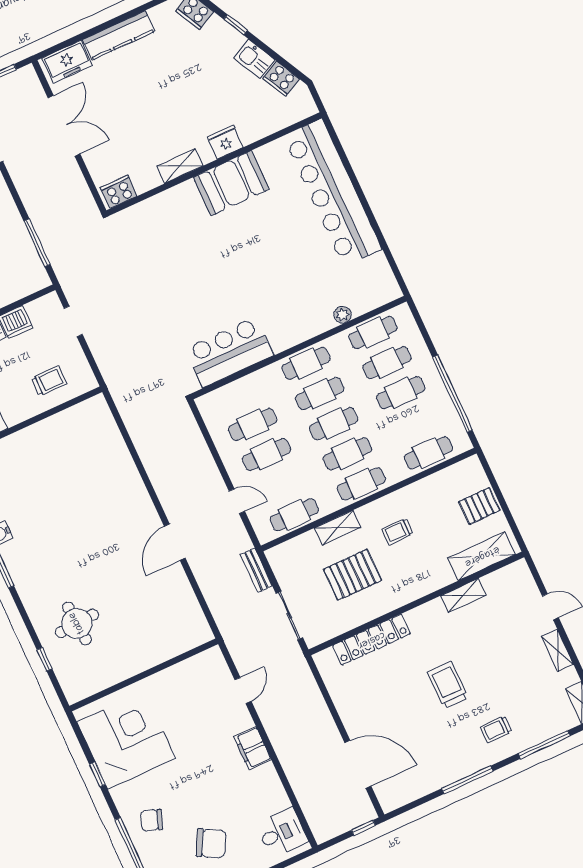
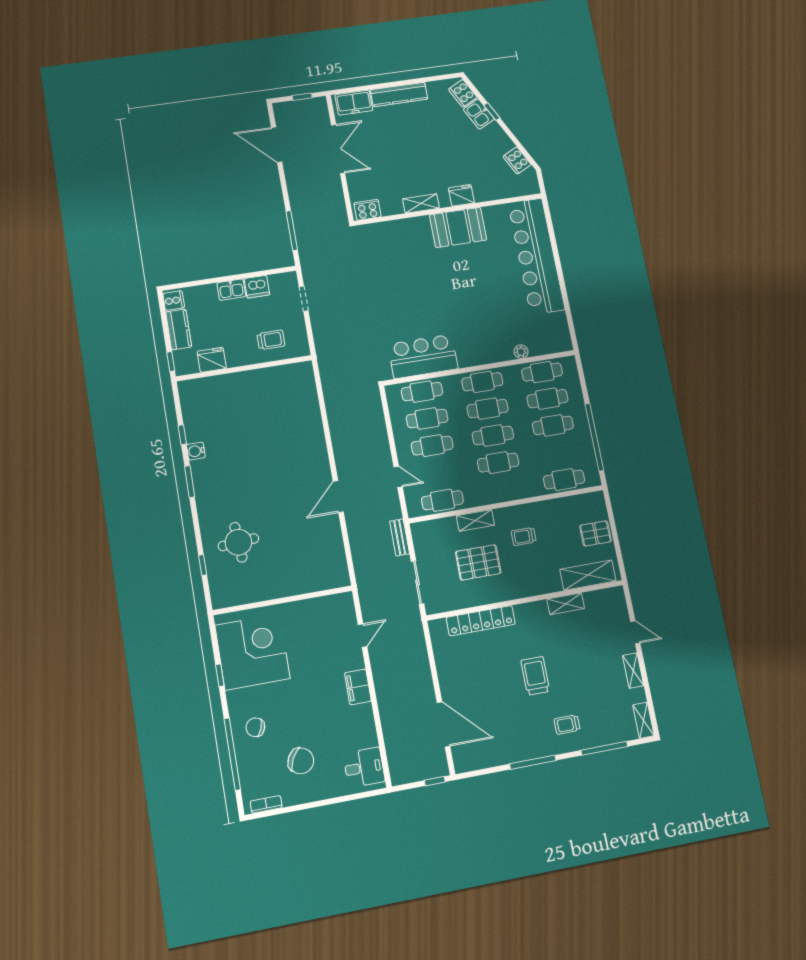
kitchen sink: (254, 59) -> (479, 114), moved
cafe table: (361, 484) -> (422, 392), moved

